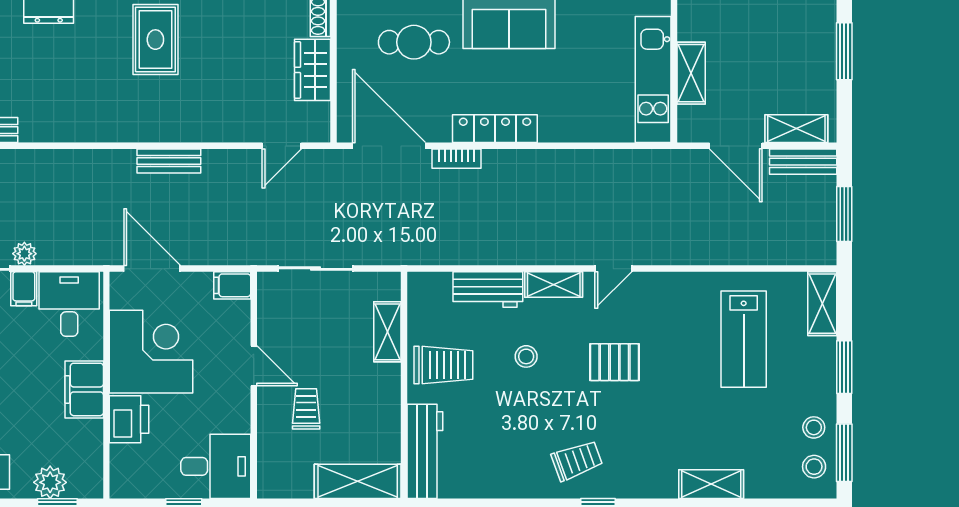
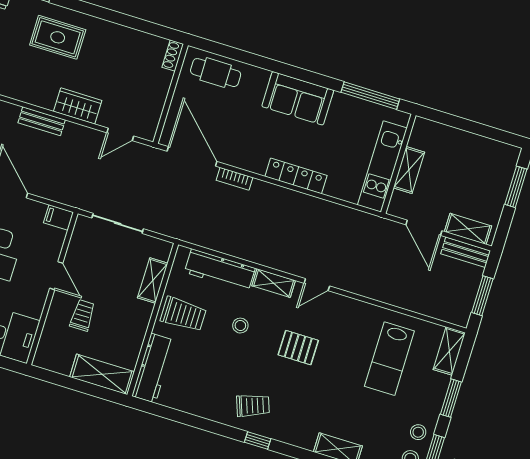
rug: (155, 40) -> (58, 37), turned 90
cafe table: (414, 42) -> (216, 73), moved
wardrobe: (313, 70) -> (78, 106), moved, turned 90
locker: (495, 129) -> (296, 176), moved
workbench: (488, 290) -> (220, 270), width x1.38

